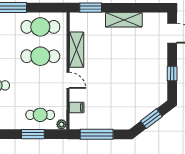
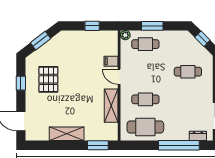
cafe table: (40, 56) -> (145, 99), width x0.73, depth x0.74
pallet: (143, 78) -> (48, 79), added
filing cabinet: (77, 107) -> (111, 61), moved
window: (97, 134) -> (92, 26), width x0.46

